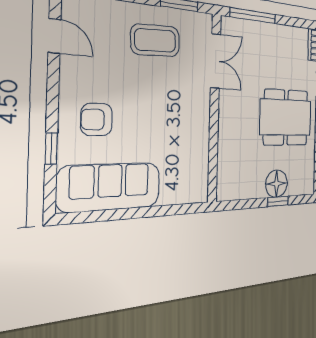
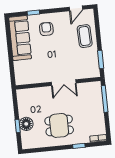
coffee table: (155, 40) -> (85, 36), moved
double door: (216, 61) -> (64, 83), moved
dining table: (286, 118) -> (59, 125), width x0.73

